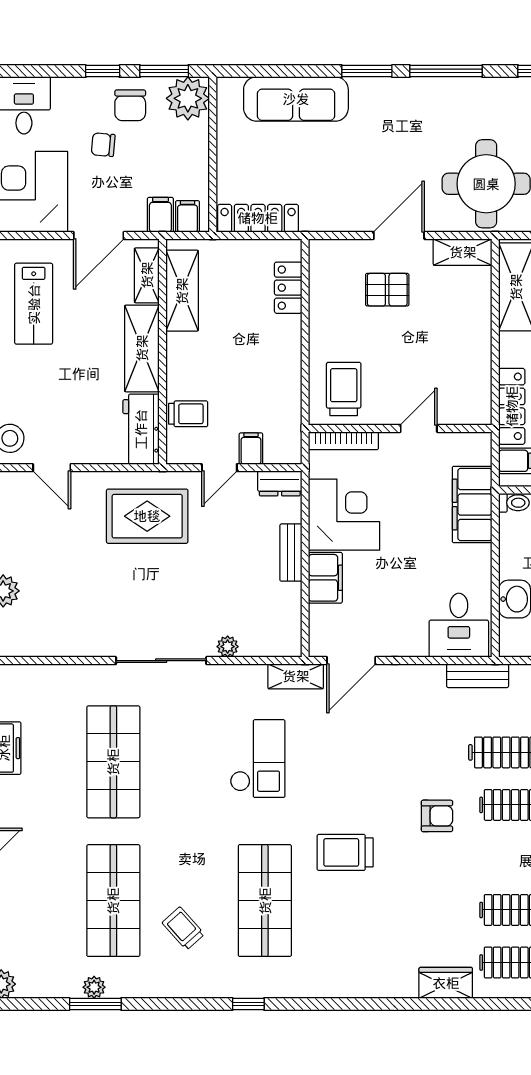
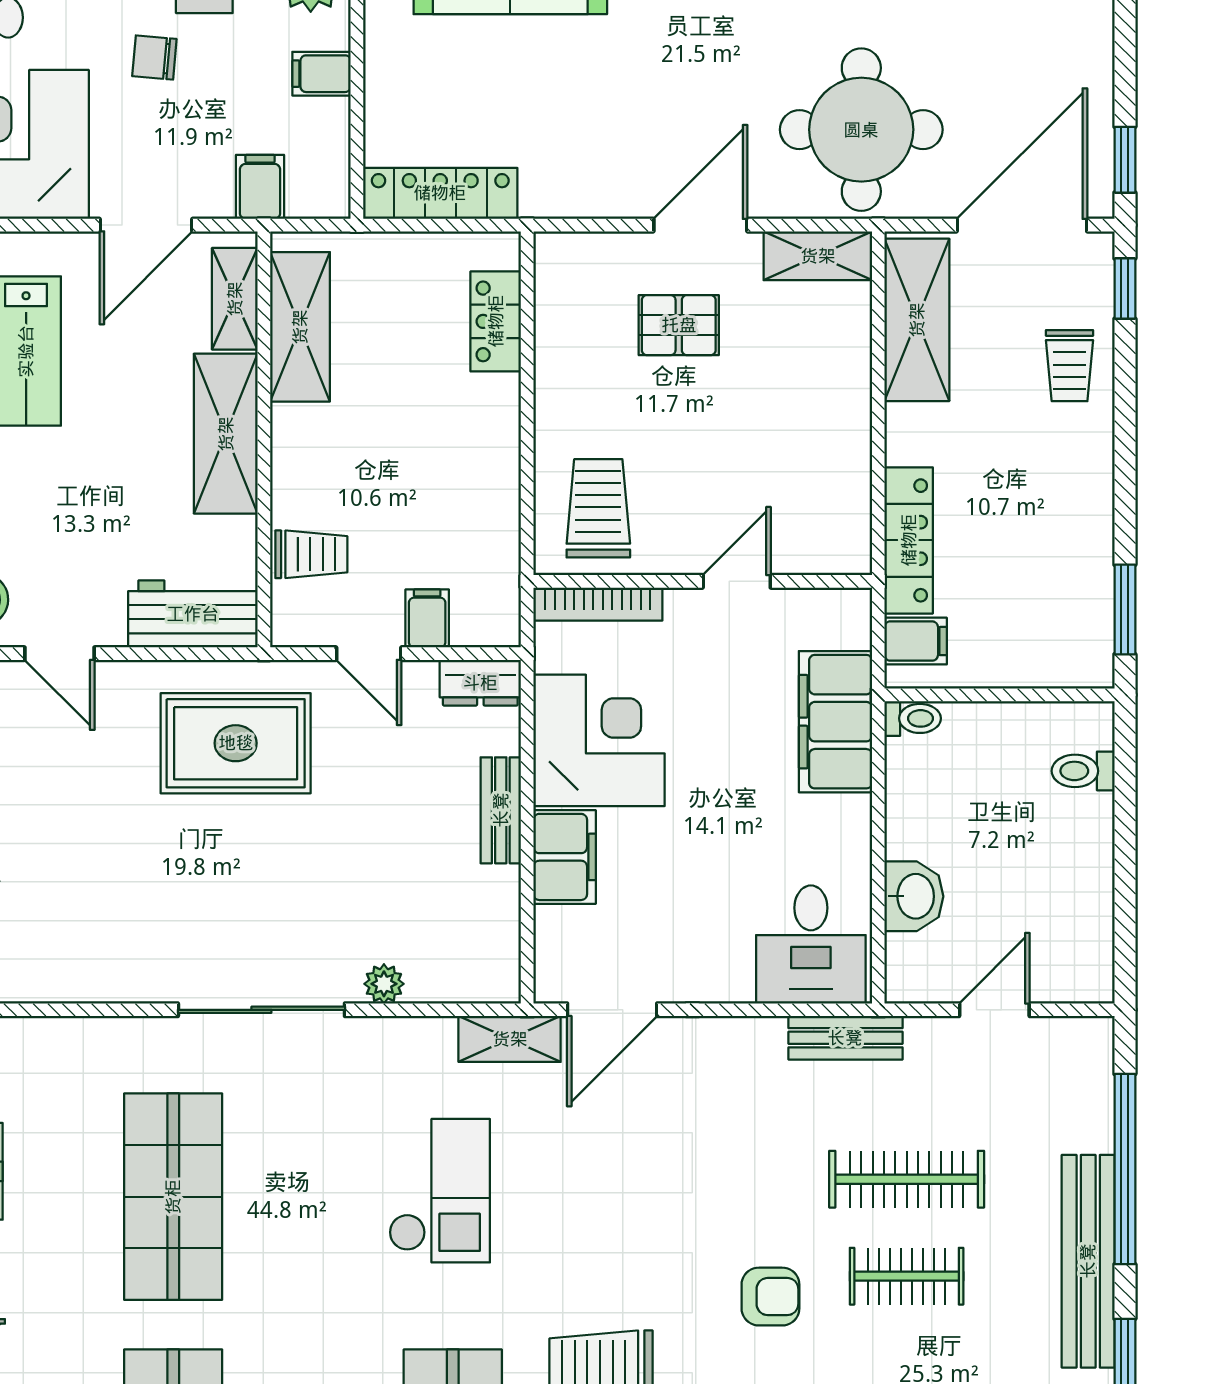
filing cabinet: (188, 216) -> (321, 74), moved, turned -90
workbench: (141, 429) -> (193, 614), moved, turned 90
door: (219, 468) -> (369, 654), hinge flipped

